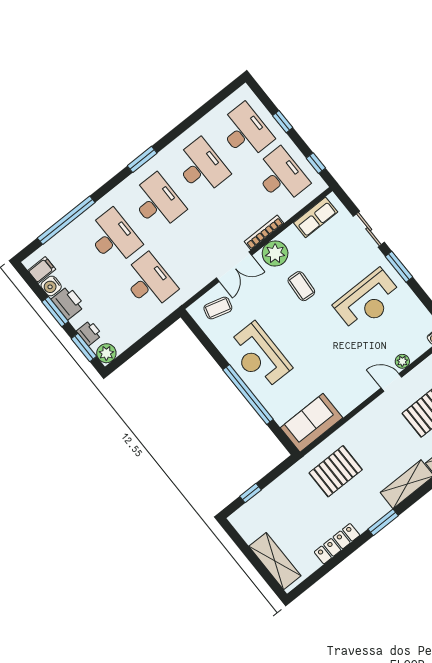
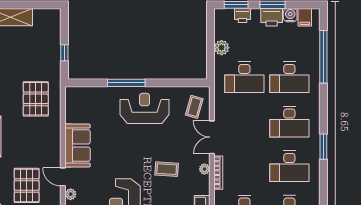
window: (142, 159) -> (323, 147), moved
plant: (275, 253) -> (204, 169), width x0.53, depth x0.53
plant: (106, 353) -> (222, 48), moved
door: (391, 383) -> (63, 177), swing flipped
window: (248, 395) -> (126, 83), width x0.68
sofa: (311, 423) -> (78, 146), moved
window: (250, 493) -> (64, 53), moved

